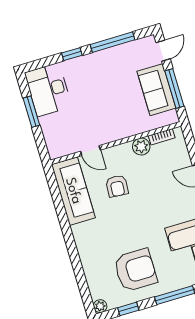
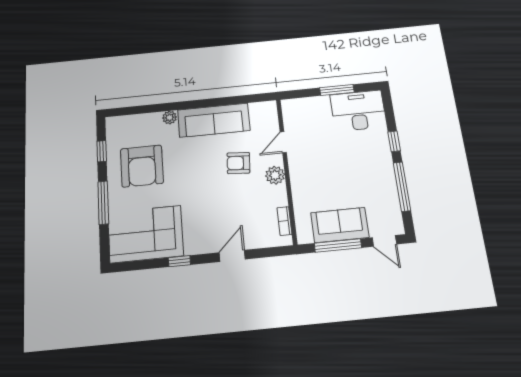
plant: (141, 147) -> (275, 175), moved
sofa: (73, 191) -> (214, 120), moved
plant: (100, 306) -> (170, 118), moved

